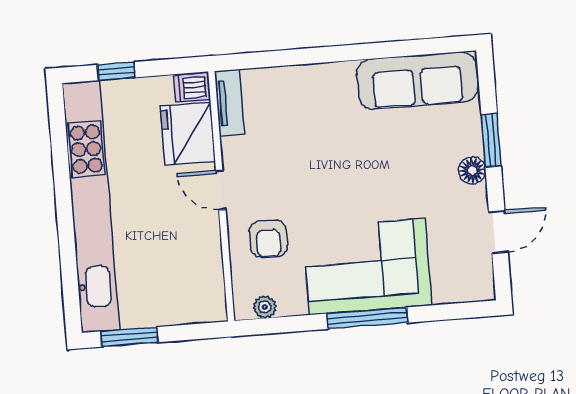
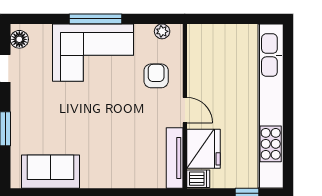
sofa: (417, 81) -> (51, 172), width x0.73
tv unit: (229, 103) -> (175, 158), width x1.41
floor lamp: (472, 170) -> (19, 39), moved
window: (130, 337) -> (252, 19), removed

